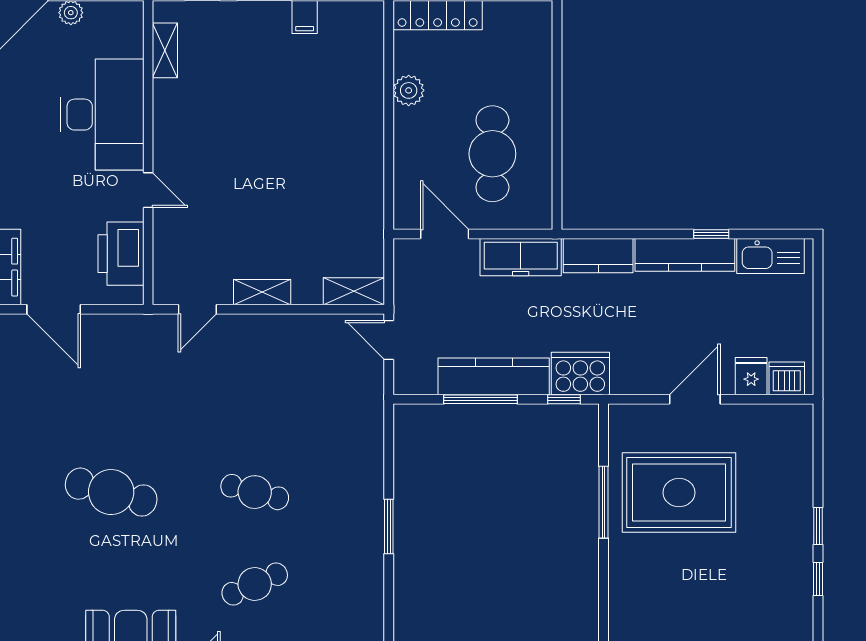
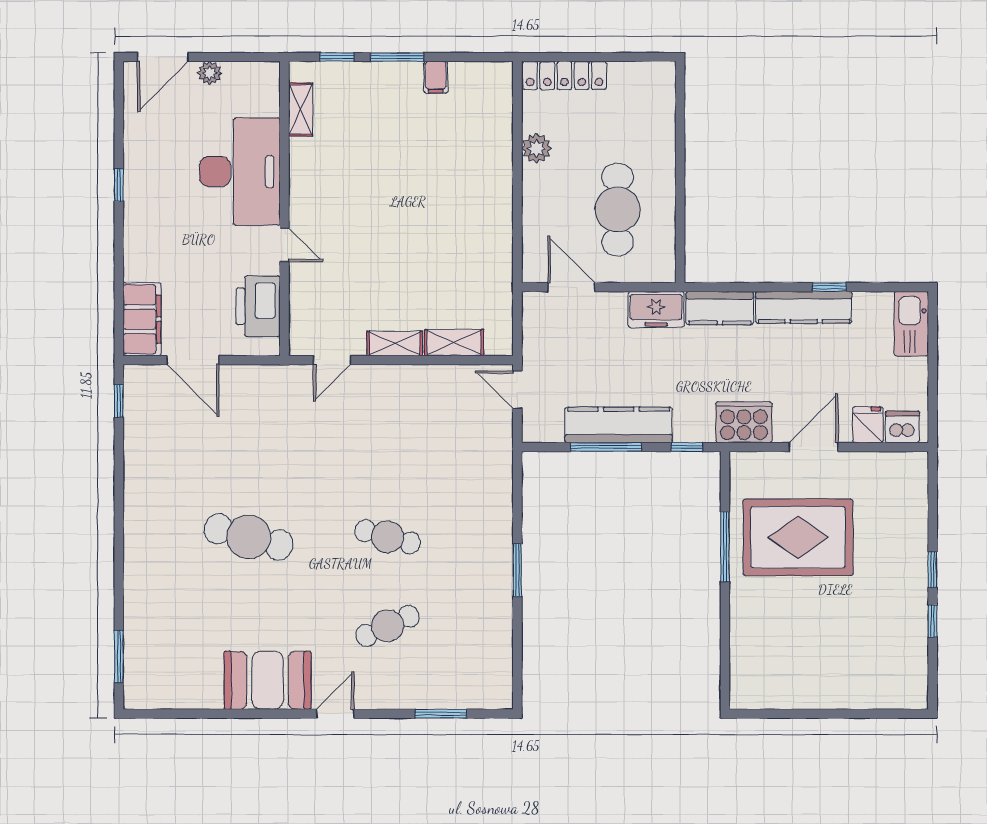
kitchen sink: (771, 256) -> (911, 324), moved, turned 90
freezer: (521, 257) -> (656, 309), width x0.71
shelving: (354, 291) -> (454, 343), moved
cooker: (580, 374) -> (744, 422), moved

